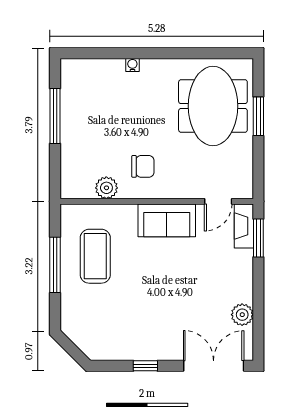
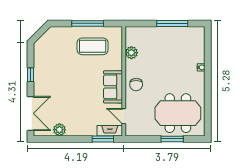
chair: (143, 166) -> (136, 85), moved

